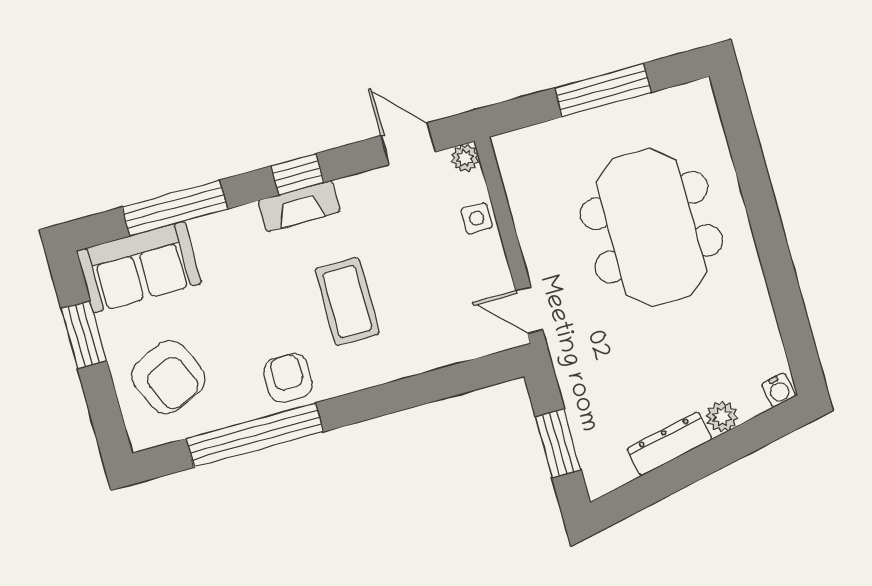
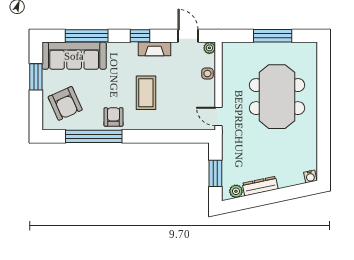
fireplace: (299, 206) -> (154, 49), moved
sofa: (139, 267) -> (74, 56), width x1.36
plant: (722, 417) -> (236, 191), moved

